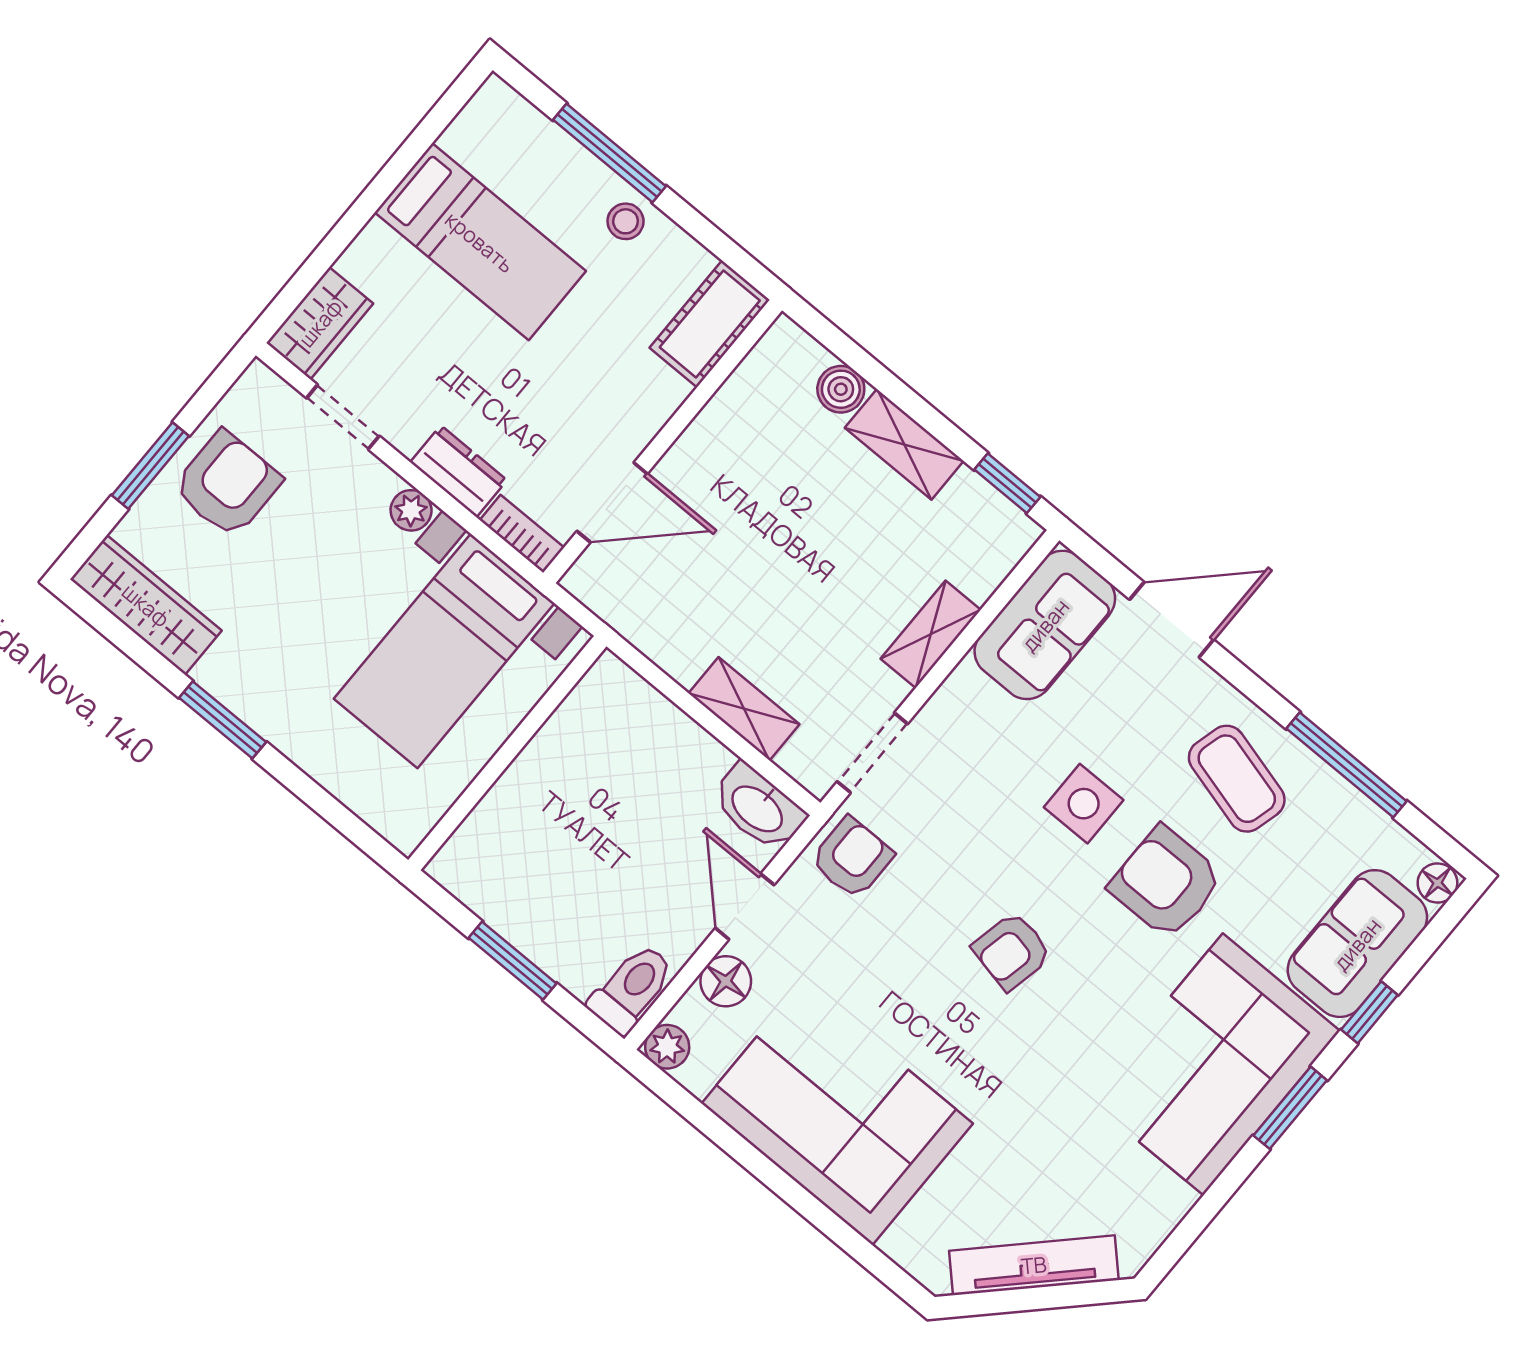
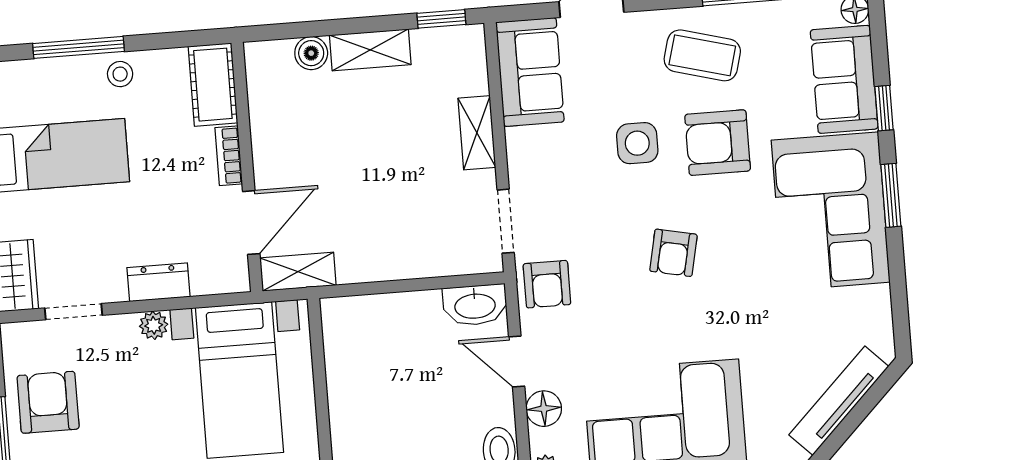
bookcase: (522, 534) -> (229, 156), moved, turned -90
shelving: (744, 709) -> (298, 272), moved
armchair: (852, 858) -> (547, 284), turned 180

